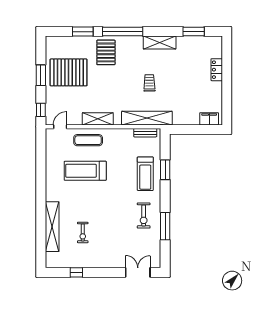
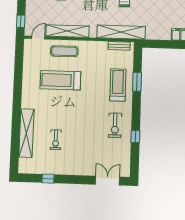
shelving: (98, 119) -> (67, 31), width x1.47
treadmill: (145, 174) -> (118, 85), turned 180
window: (165, 226) -> (135, 136), width x0.46

